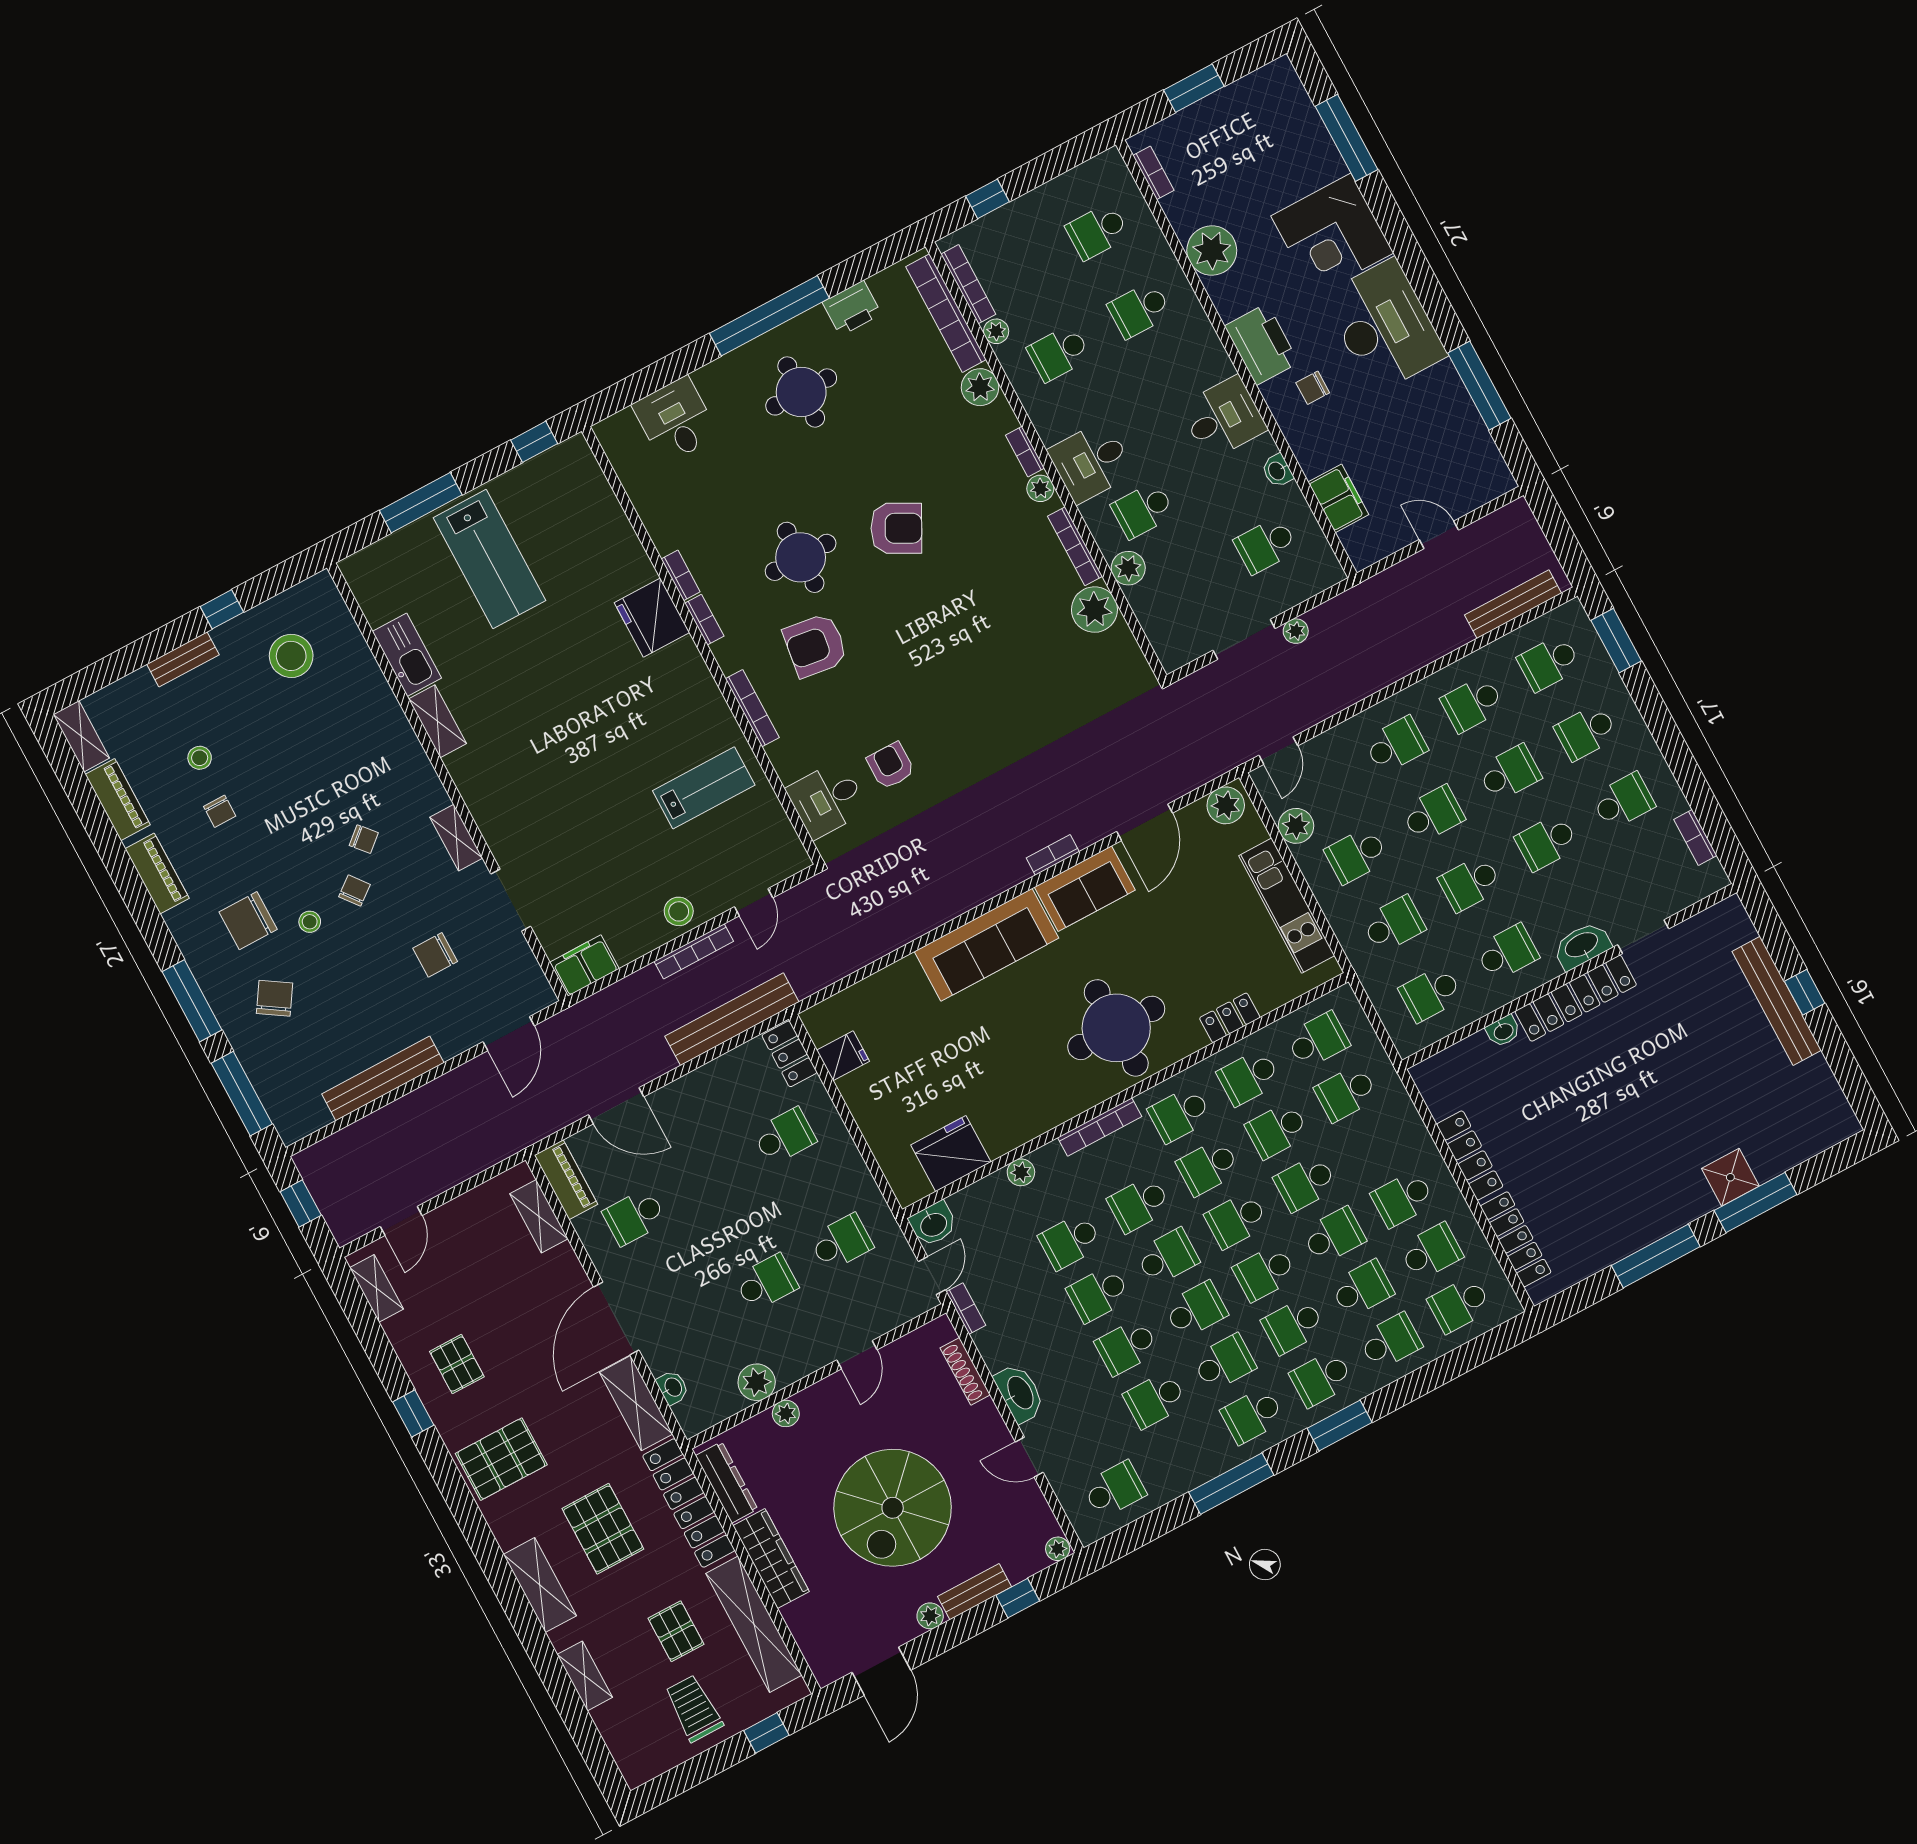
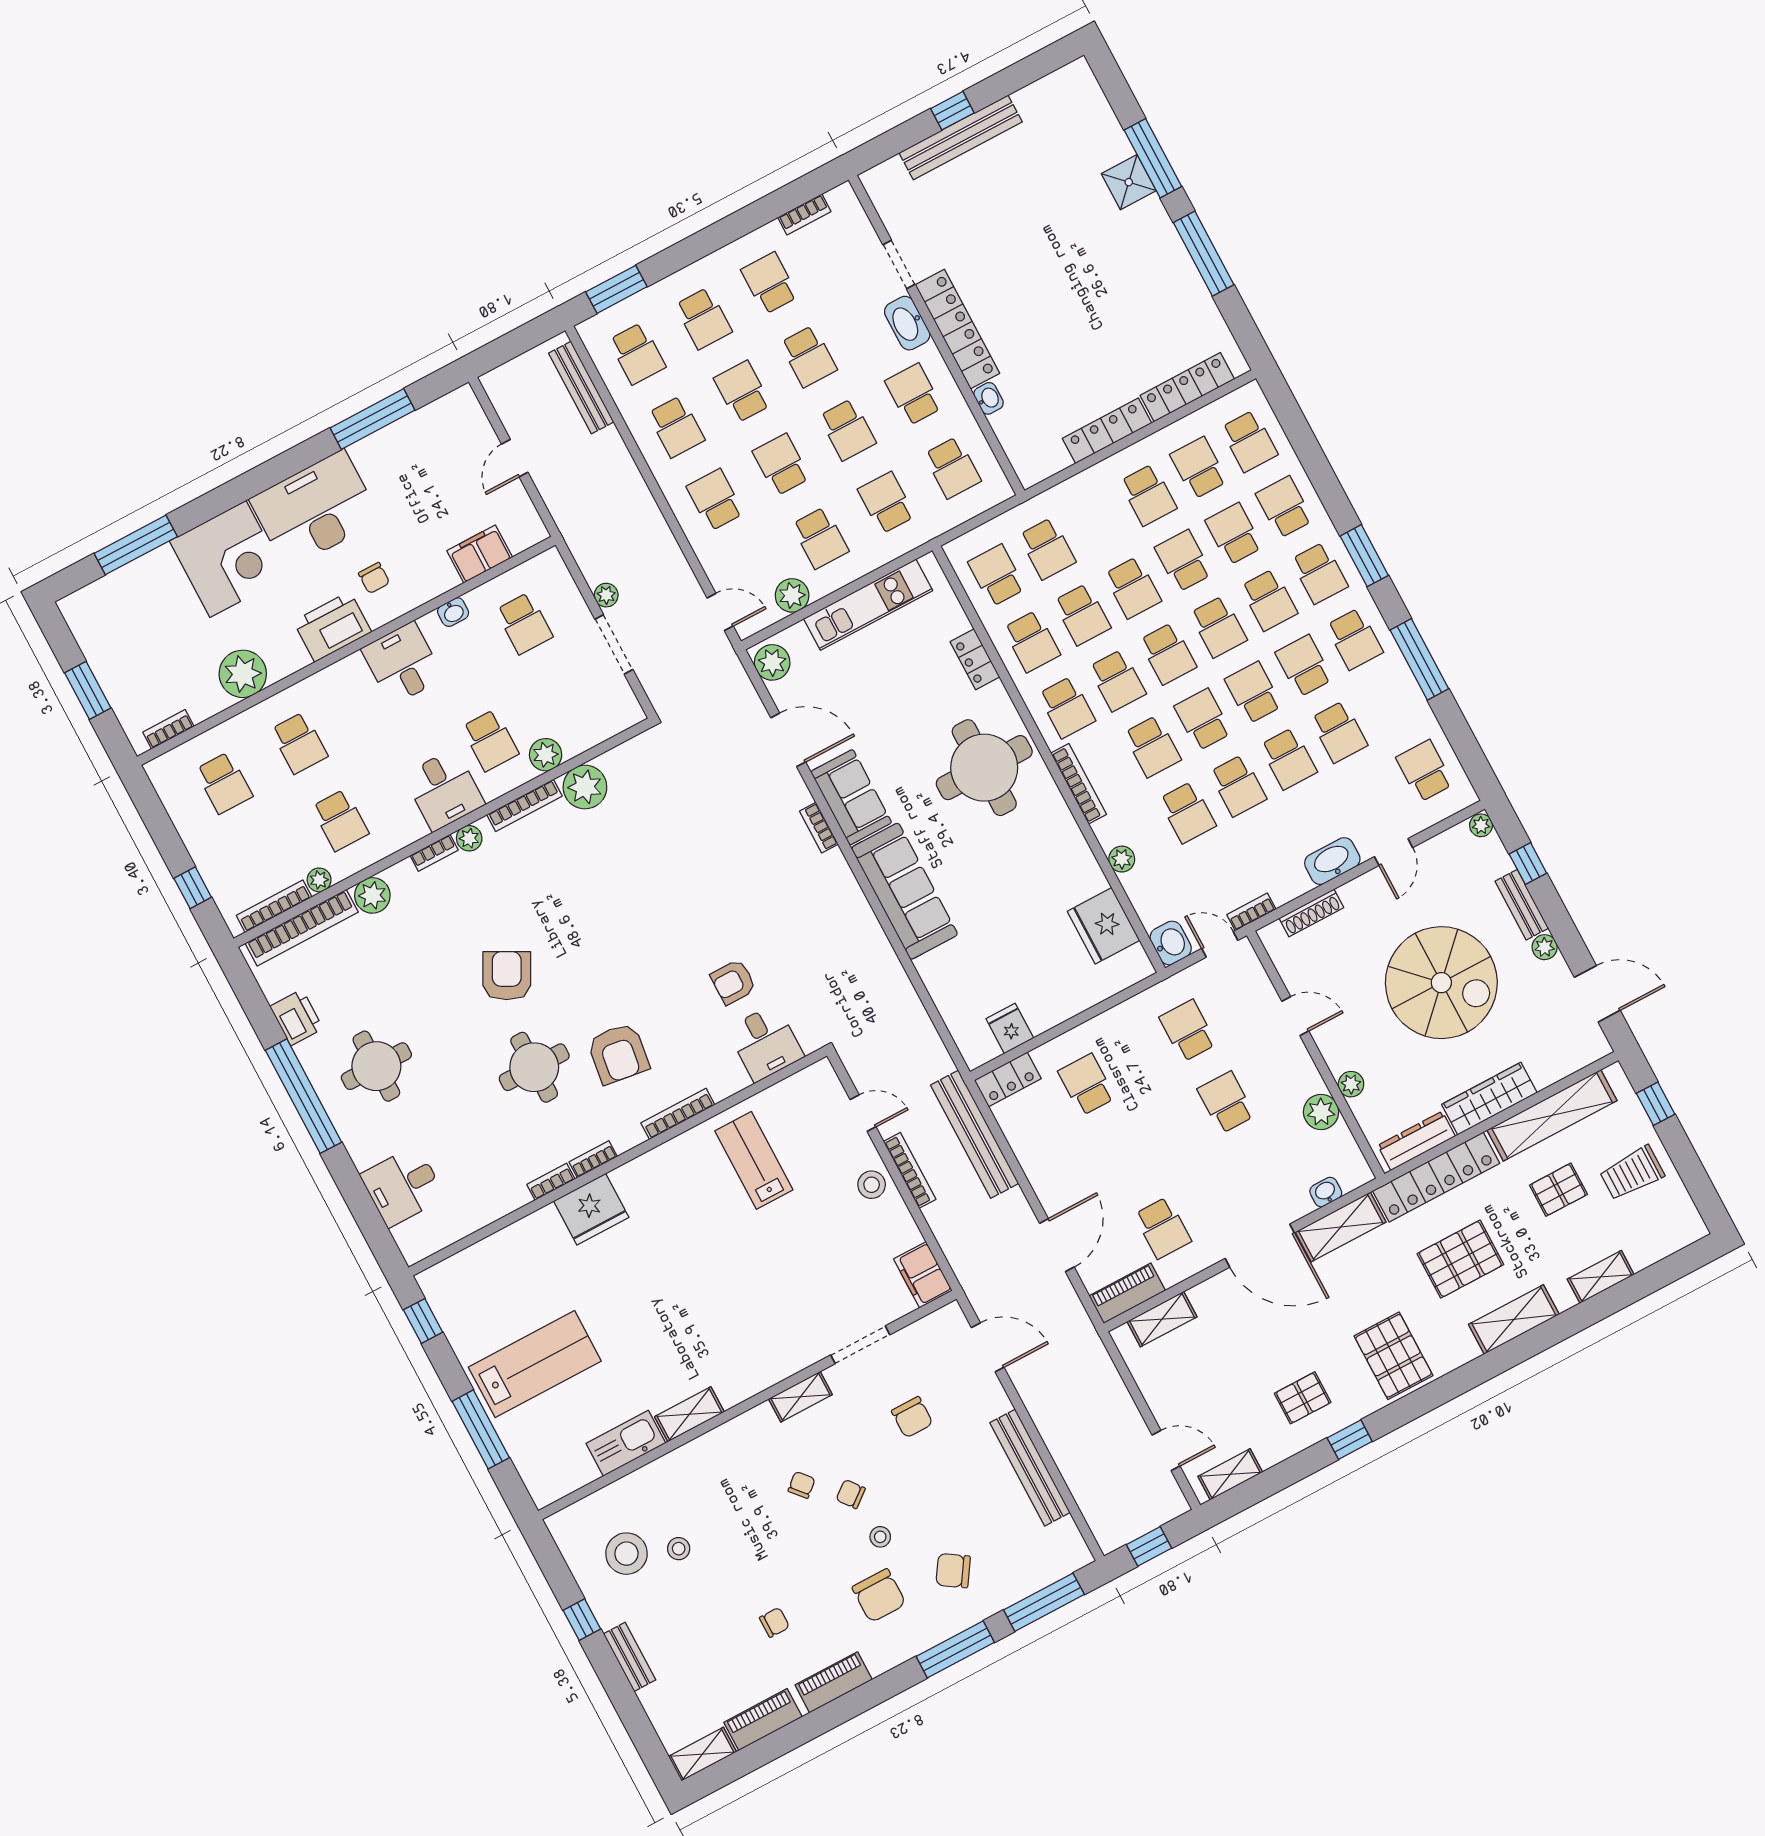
stool: (200, 758) -> (679, 1549), moved

